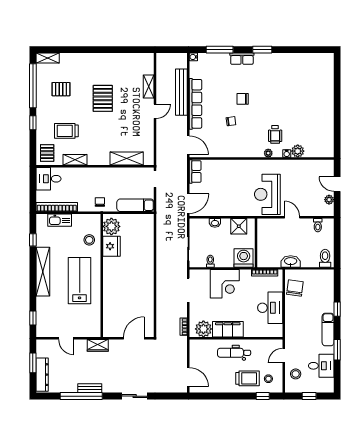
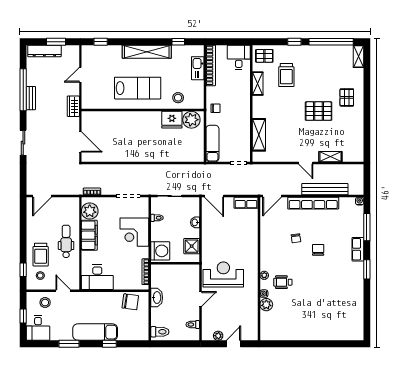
pallet: (61, 89) -> (347, 97), moved
trolley: (66, 131) -> (286, 75), turned 180
desk: (270, 308) -> (97, 277), moved
exam couch: (328, 329) -> (95, 332), width x1.36, depth x1.45
desk: (321, 366) -> (38, 328), moved

